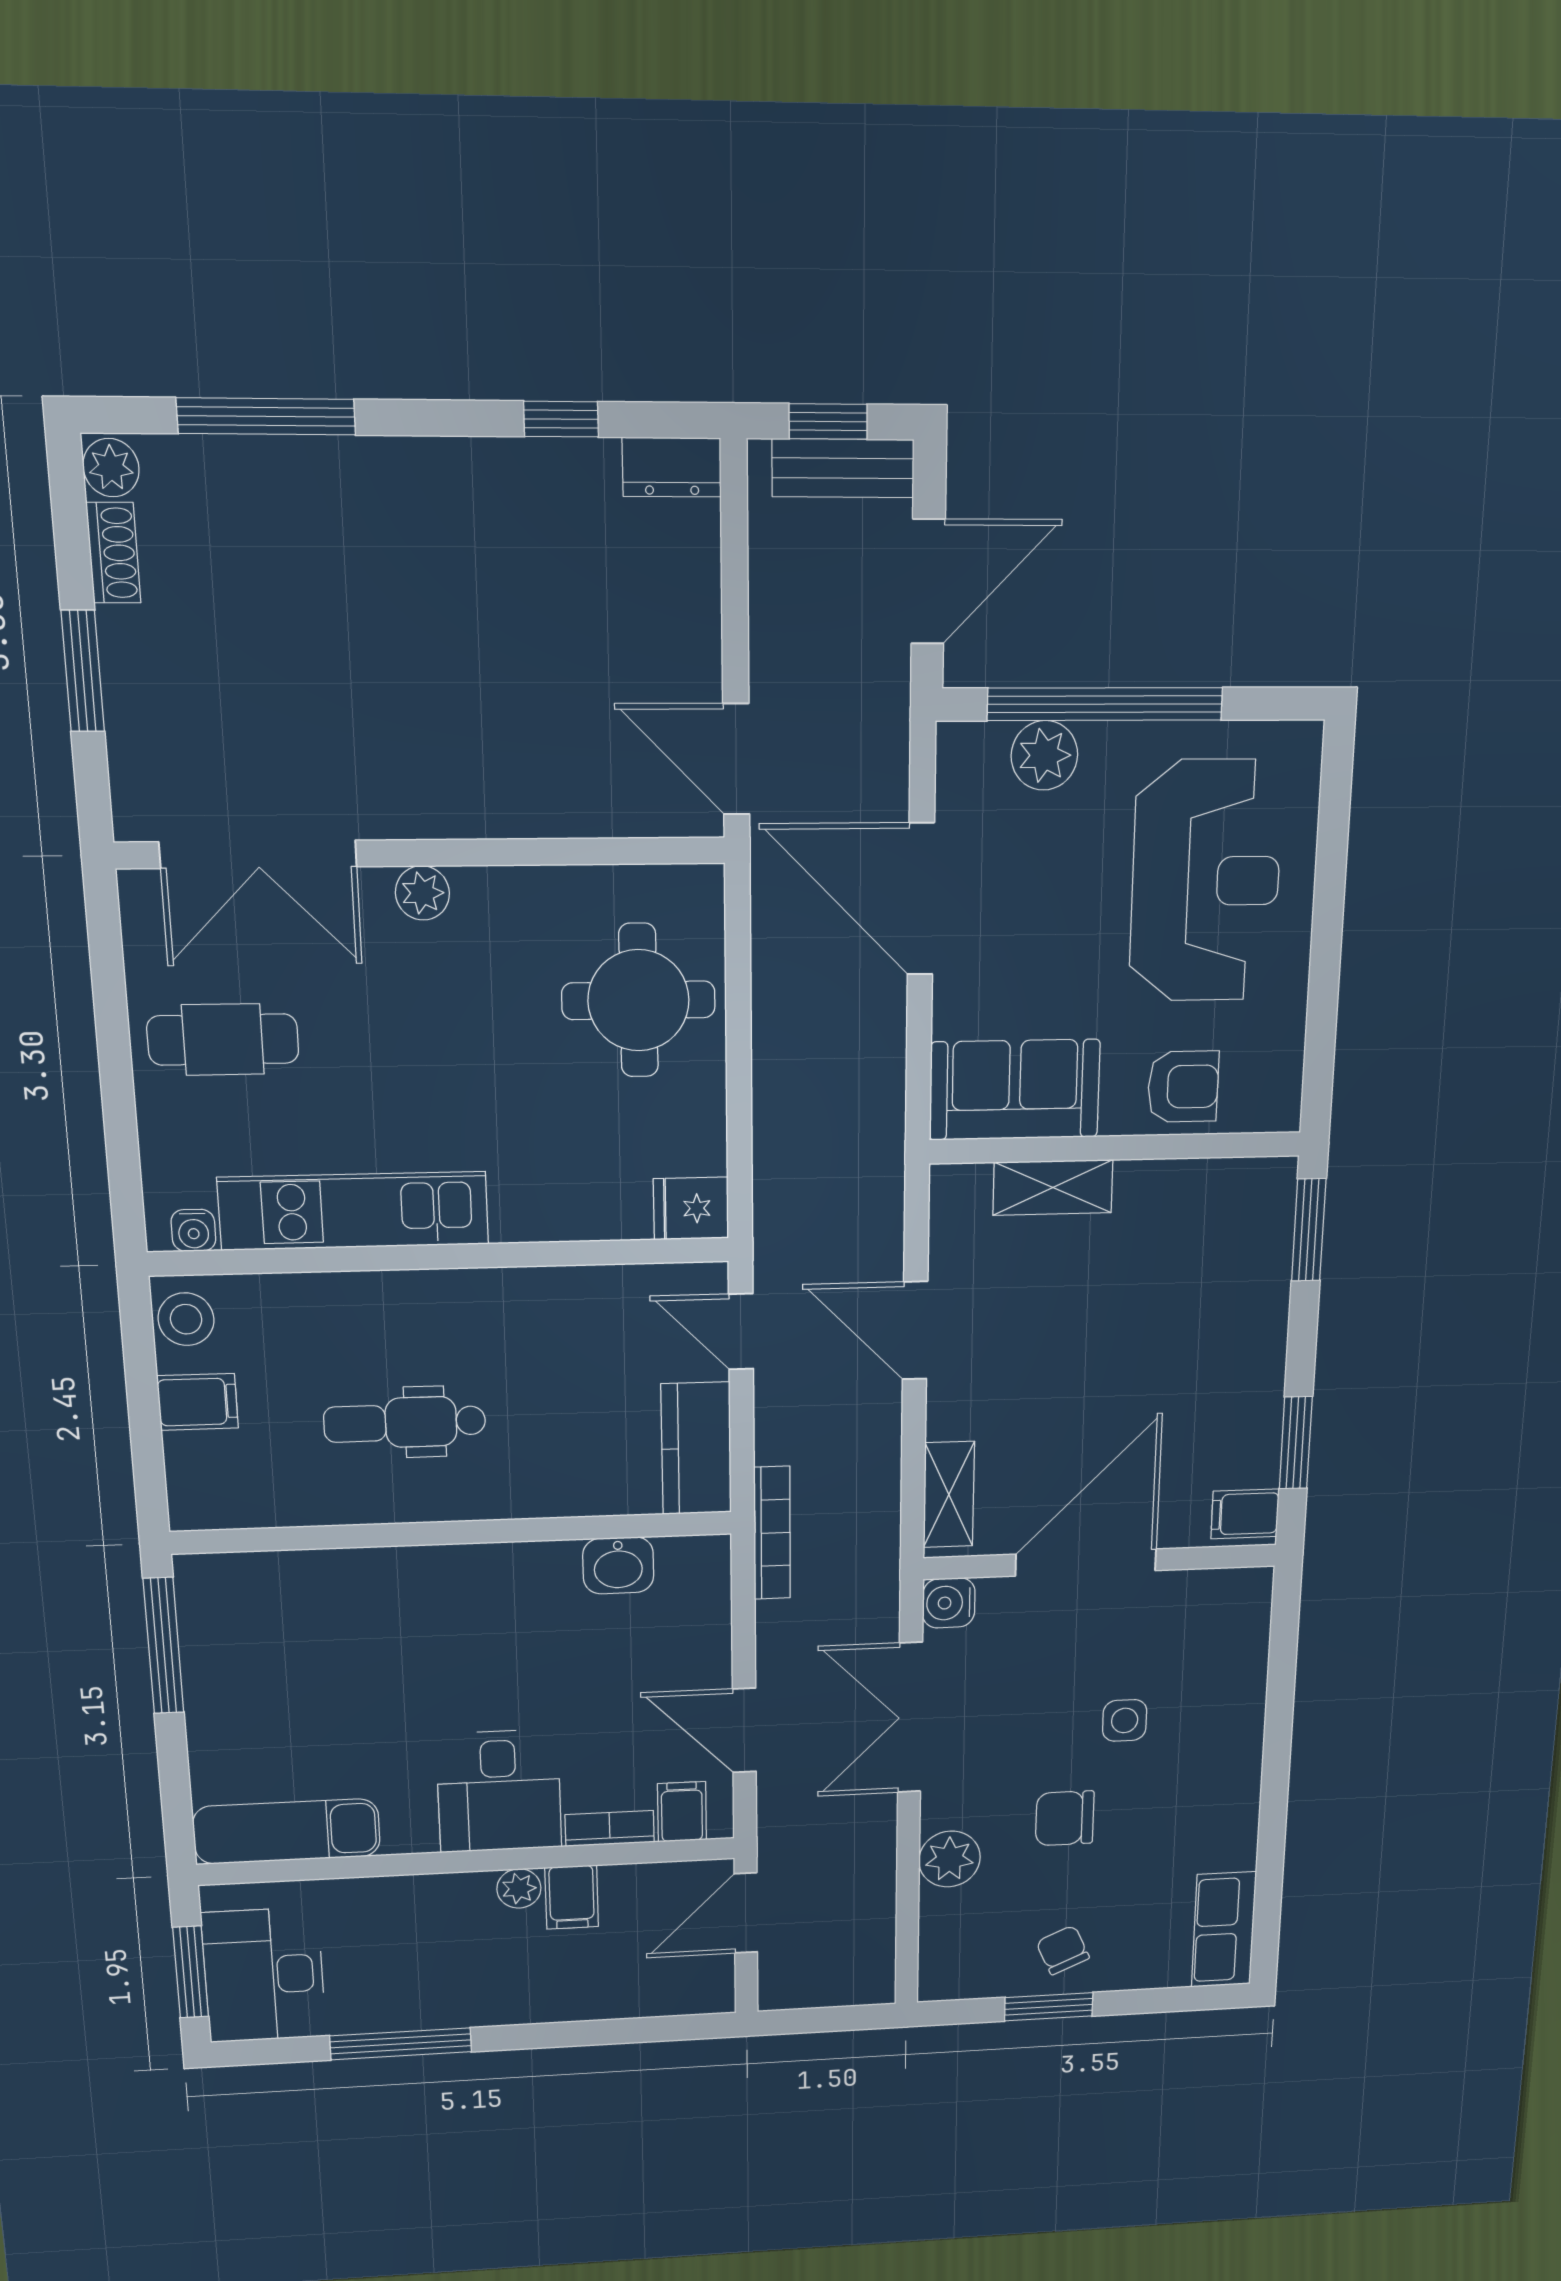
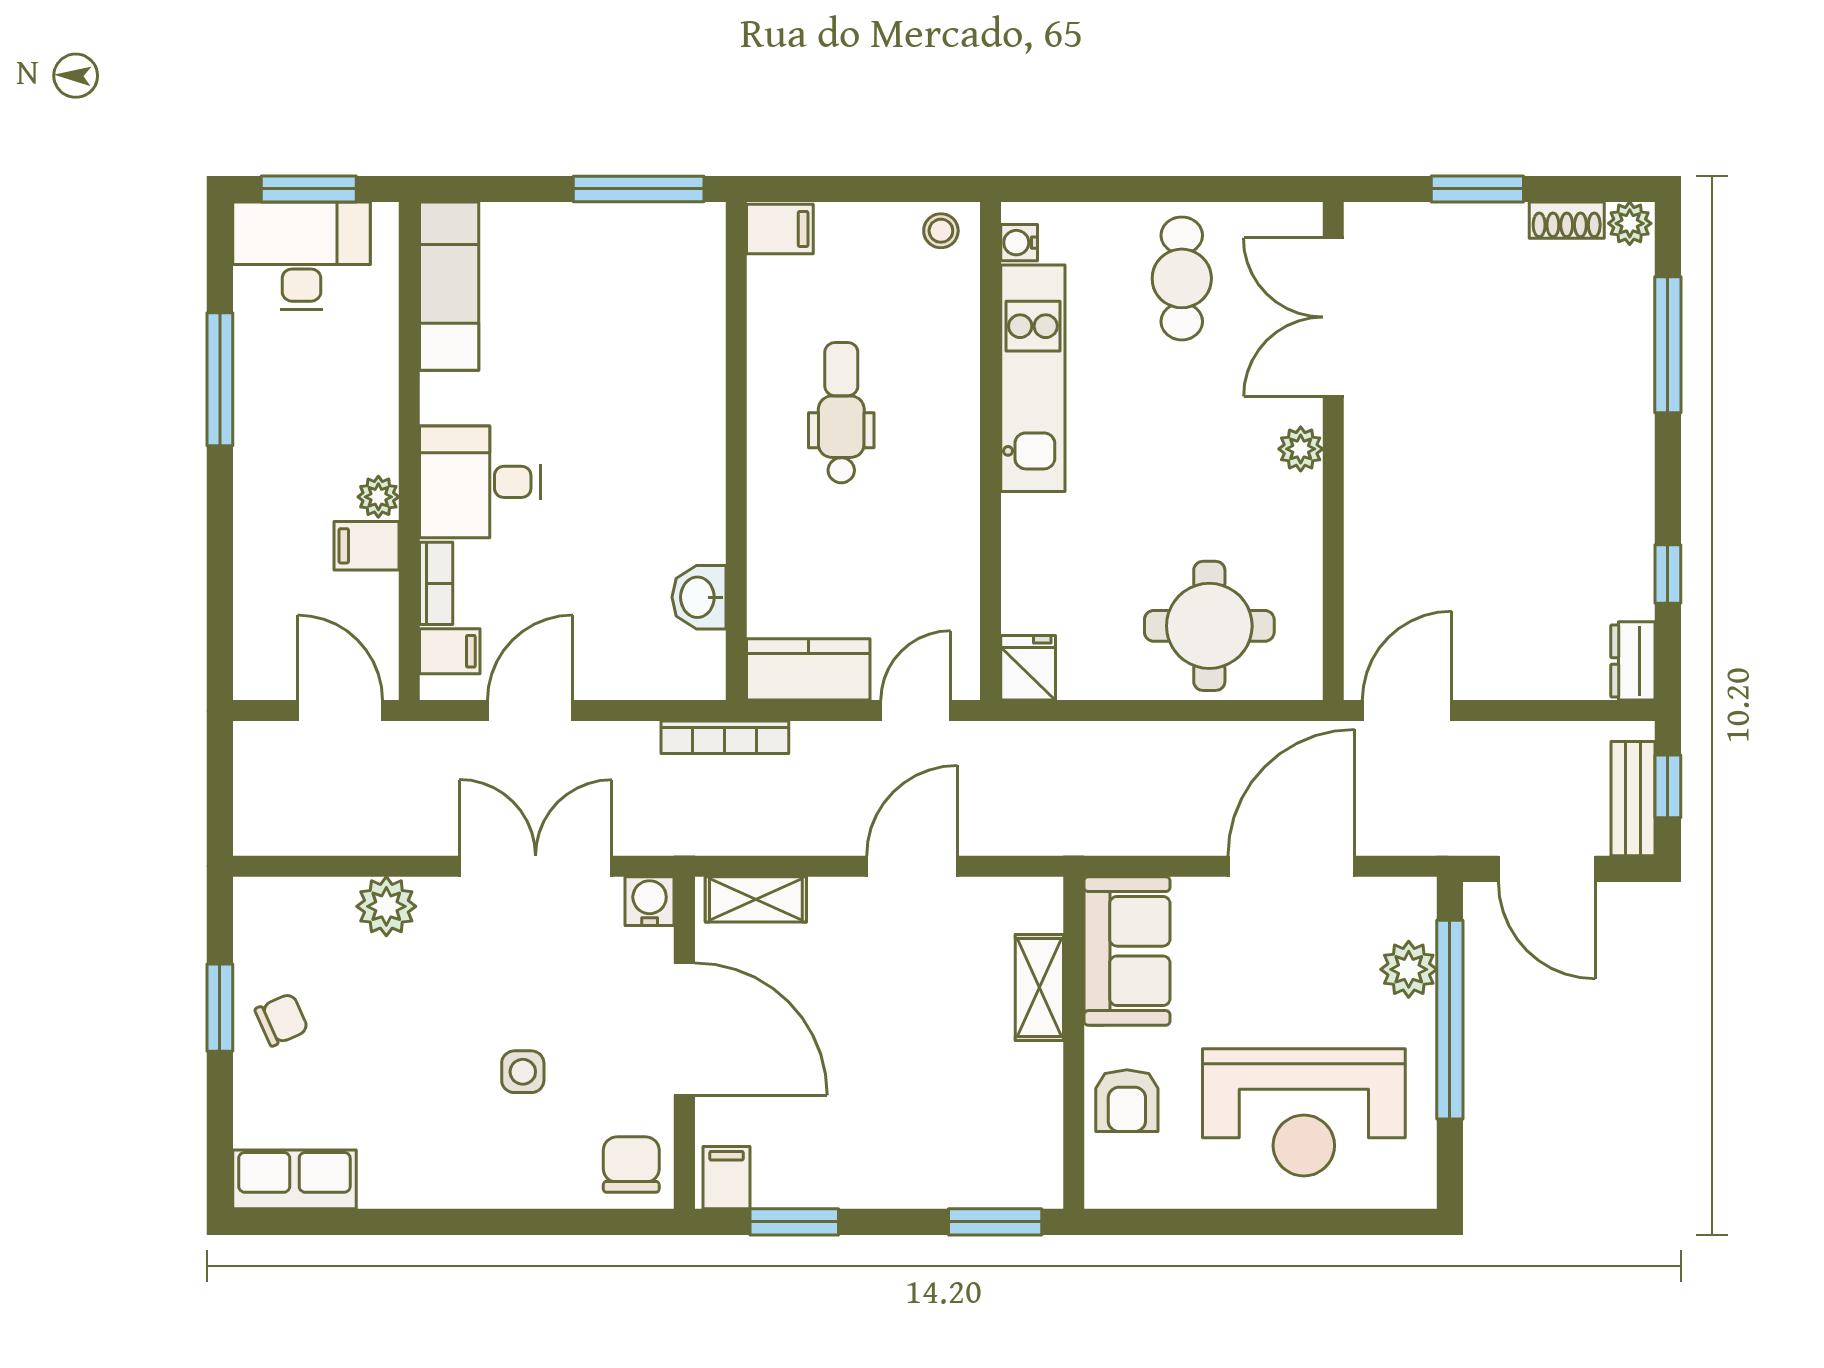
stool: (186, 1319) -> (941, 231), width x0.73, depth x0.73
filing cabinet: (198, 1402) -> (780, 229), moved, turned -90
chair: (1065, 1818) -> (631, 1165), moved

